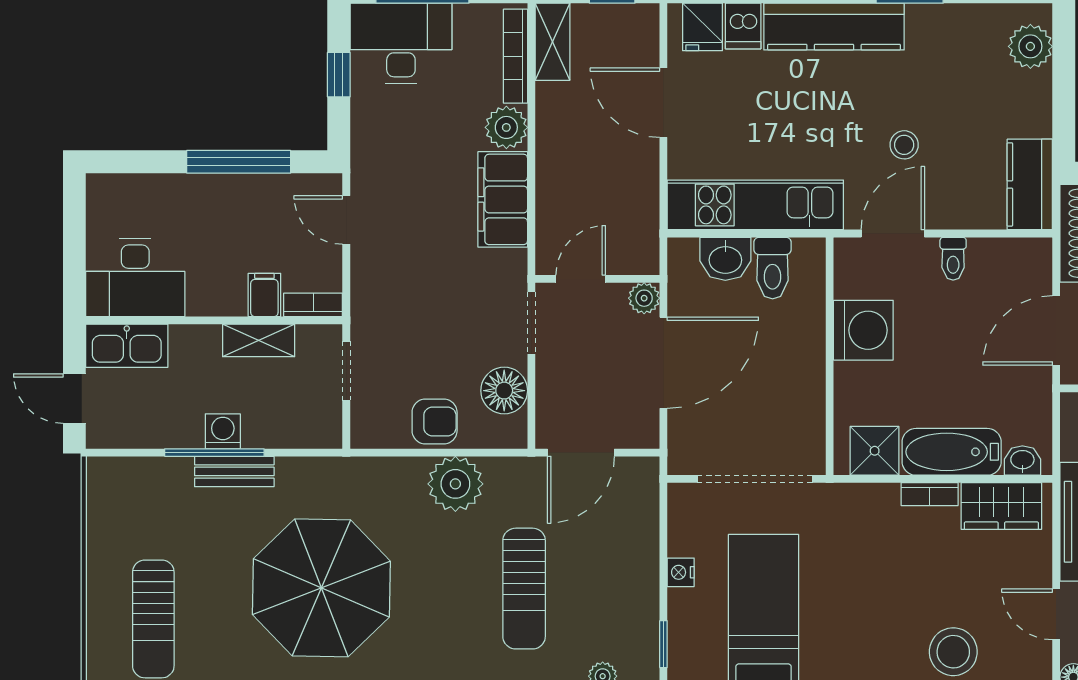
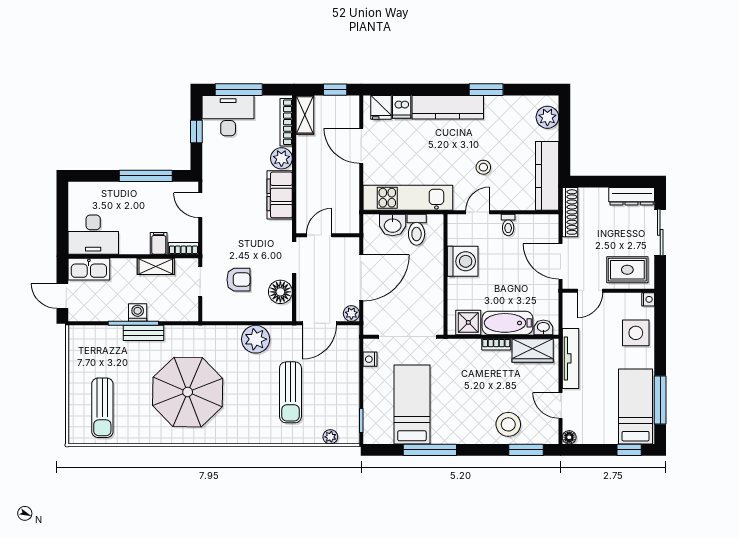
kitchen counter: (1030, 184) -> (547, 176), width x1.50
door: (893, 234) -> (478, 212), width x0.73
plant: (644, 298) -> (351, 313), moved
door: (1056, 330) -> (560, 261), hinge flipped
armchair: (435, 421) -> (238, 280), moved
nightstand: (681, 572) -> (370, 359), moved

